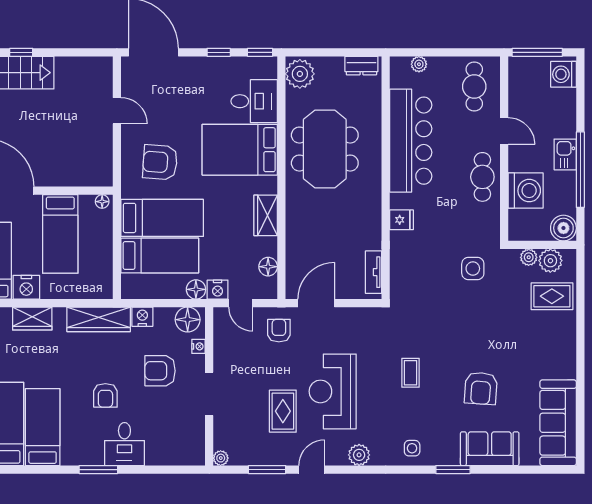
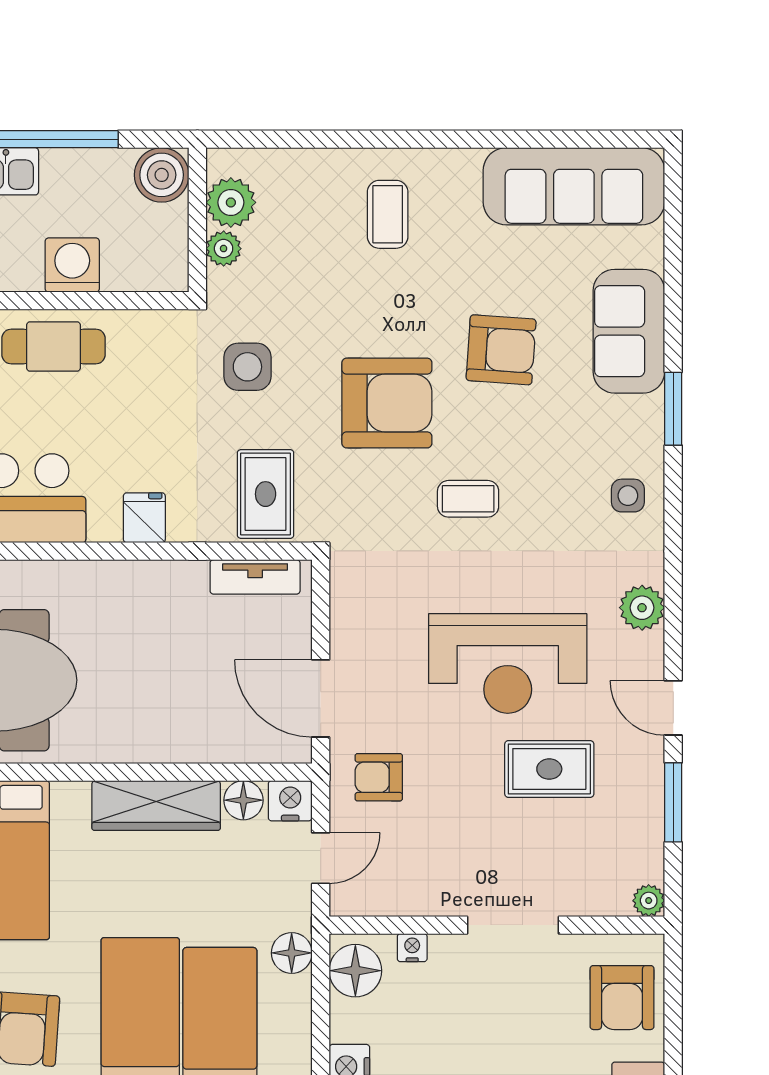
washing machine: (526, 191) -> (72, 265), width x0.73, depth x0.73
wardrobe: (266, 215) -> (156, 805), width x1.50
nightstand: (218, 290) -> (290, 801), moved, turned -90
rug: (552, 296) -> (266, 494), moved
armchair: (456, 334) -> (387, 403), added
coffee table: (545, 335) -> (388, 214), added
armchair: (160, 371) -> (622, 998), moved

